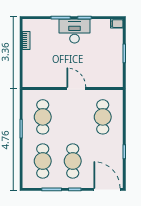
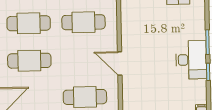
door: (76, 89) -> (120, 64), swing flipped

